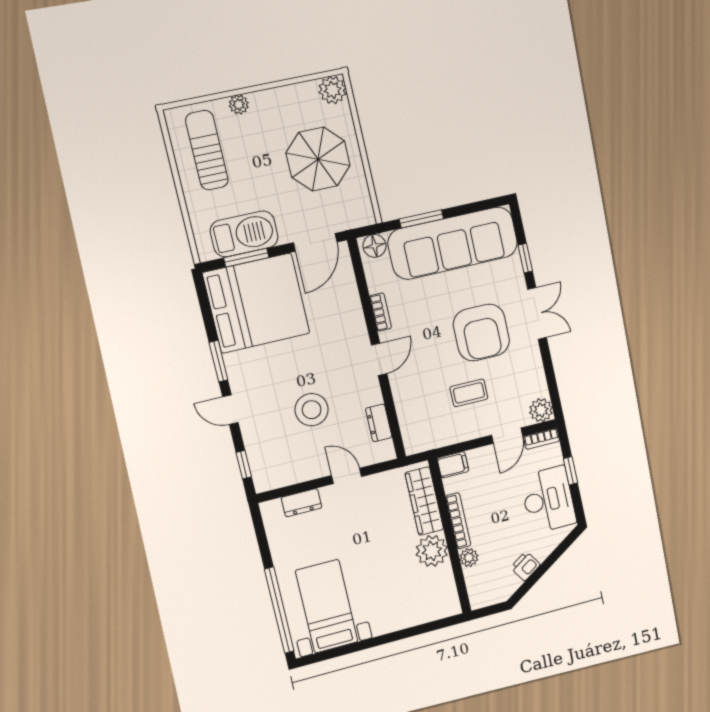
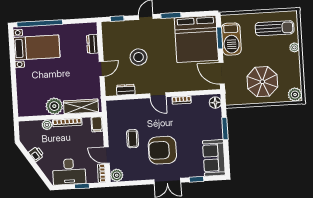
sofa: (453, 243) -> (214, 158), width x0.54, depth x0.79

